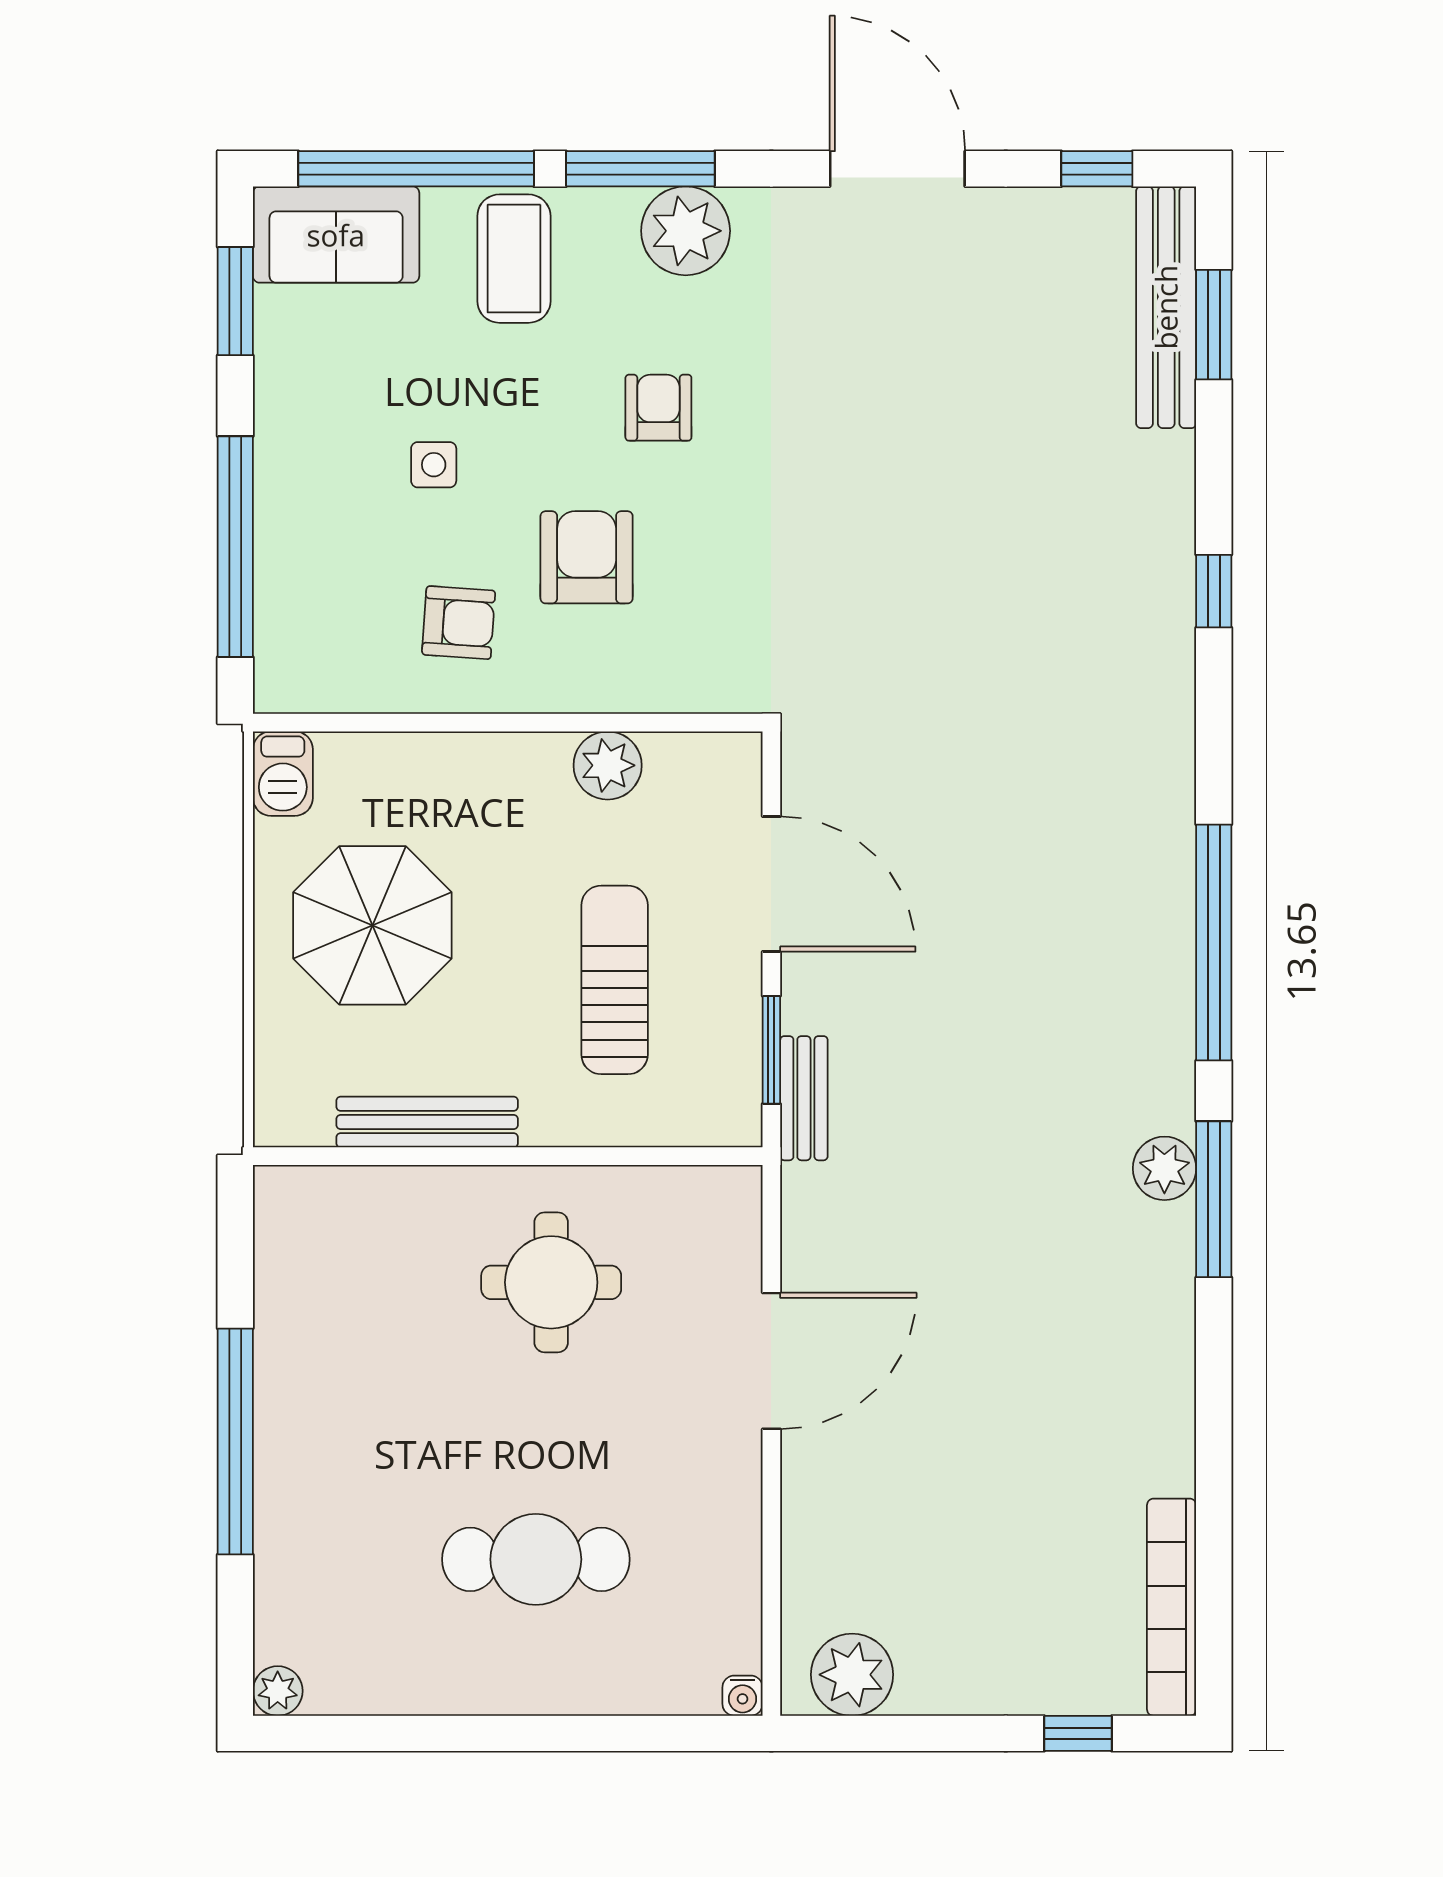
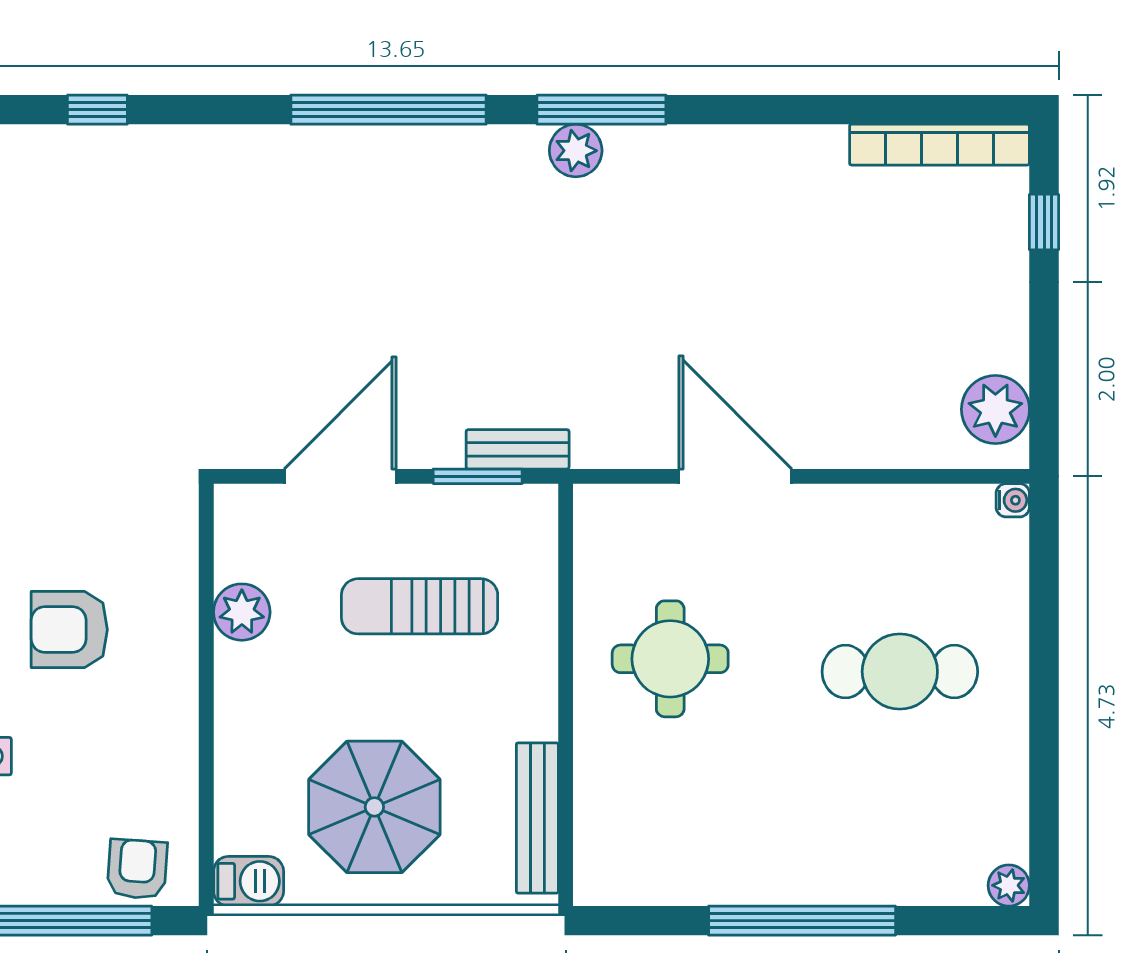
armchair: (459, 623) -> (137, 869), moved
bench: (427, 1122) -> (537, 818), moved
cafe table: (536, 1559) -> (900, 672), turned 90

